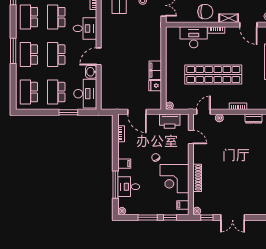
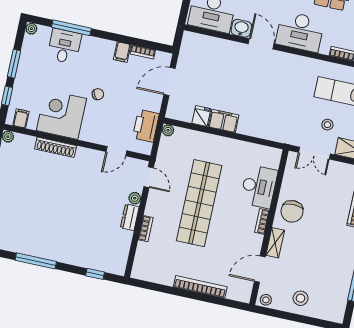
desk: (85, 28) -> (300, 32), width x1.37
dresser: (254, 118) -> (130, 217), moved
filing cabinet: (124, 164) -> (122, 52), moved

